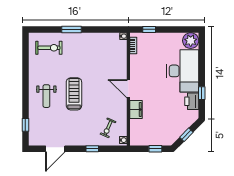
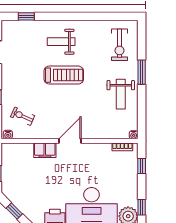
window: (183, 29) -> (142, 207), added
weight bench: (90, 47) -> (121, 94), added

